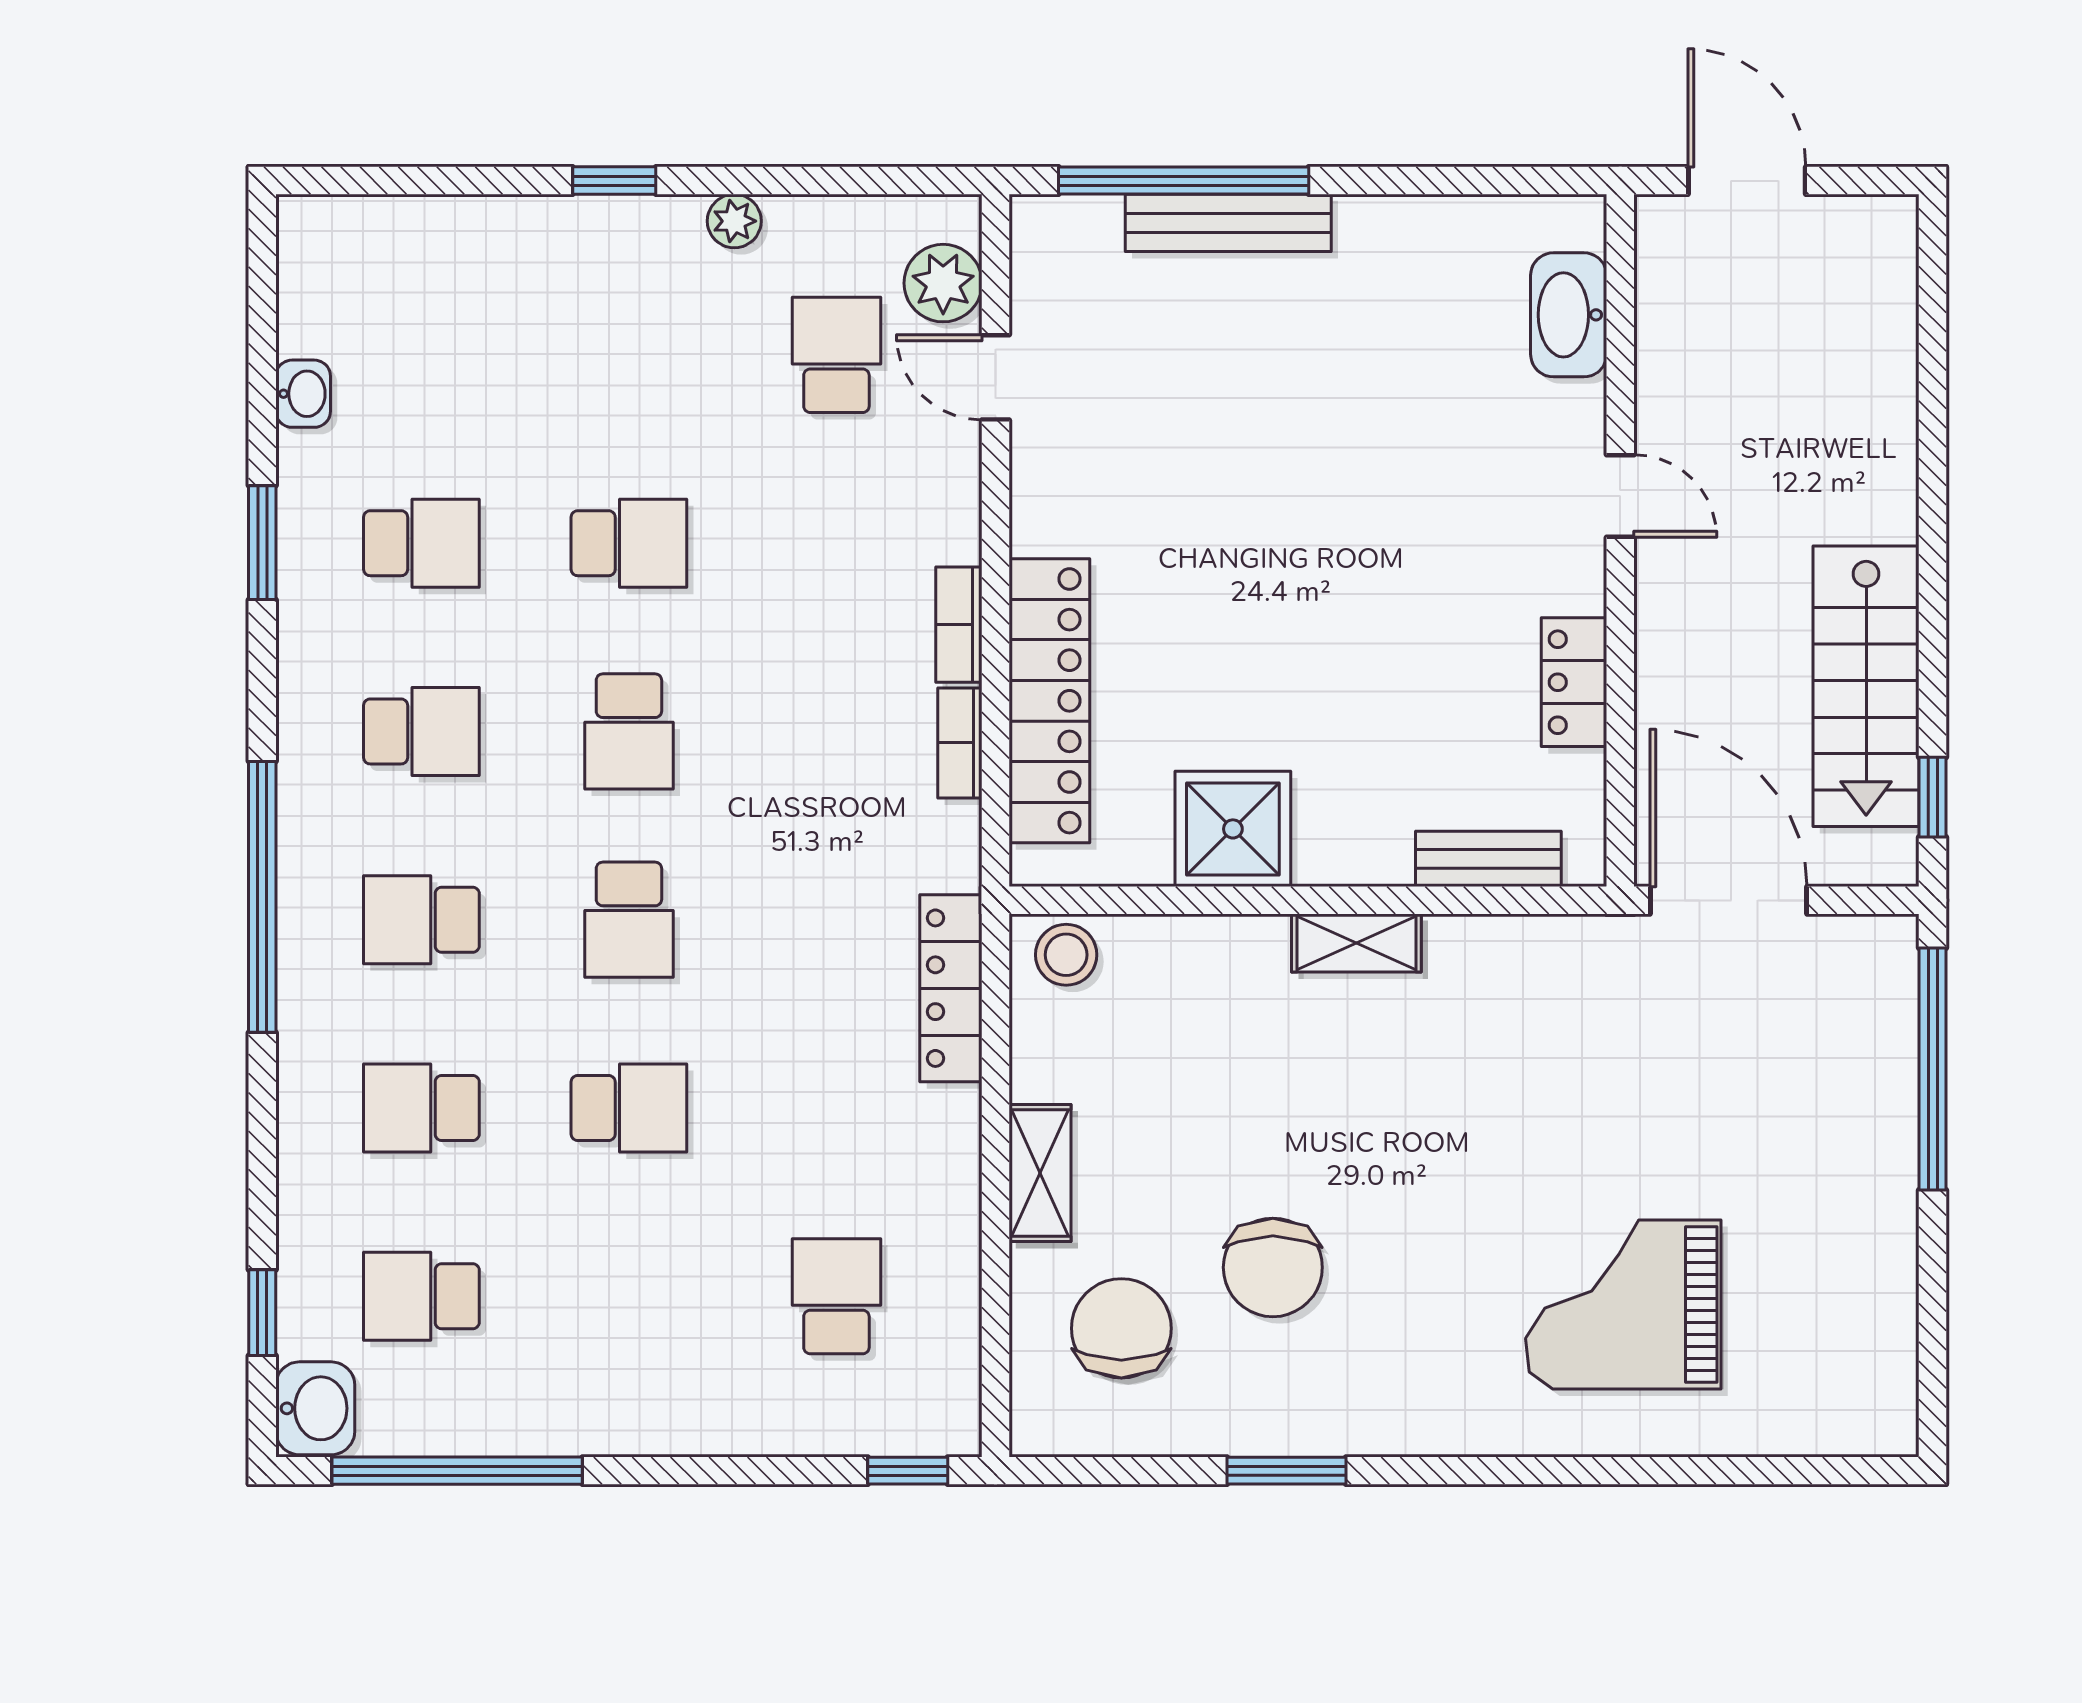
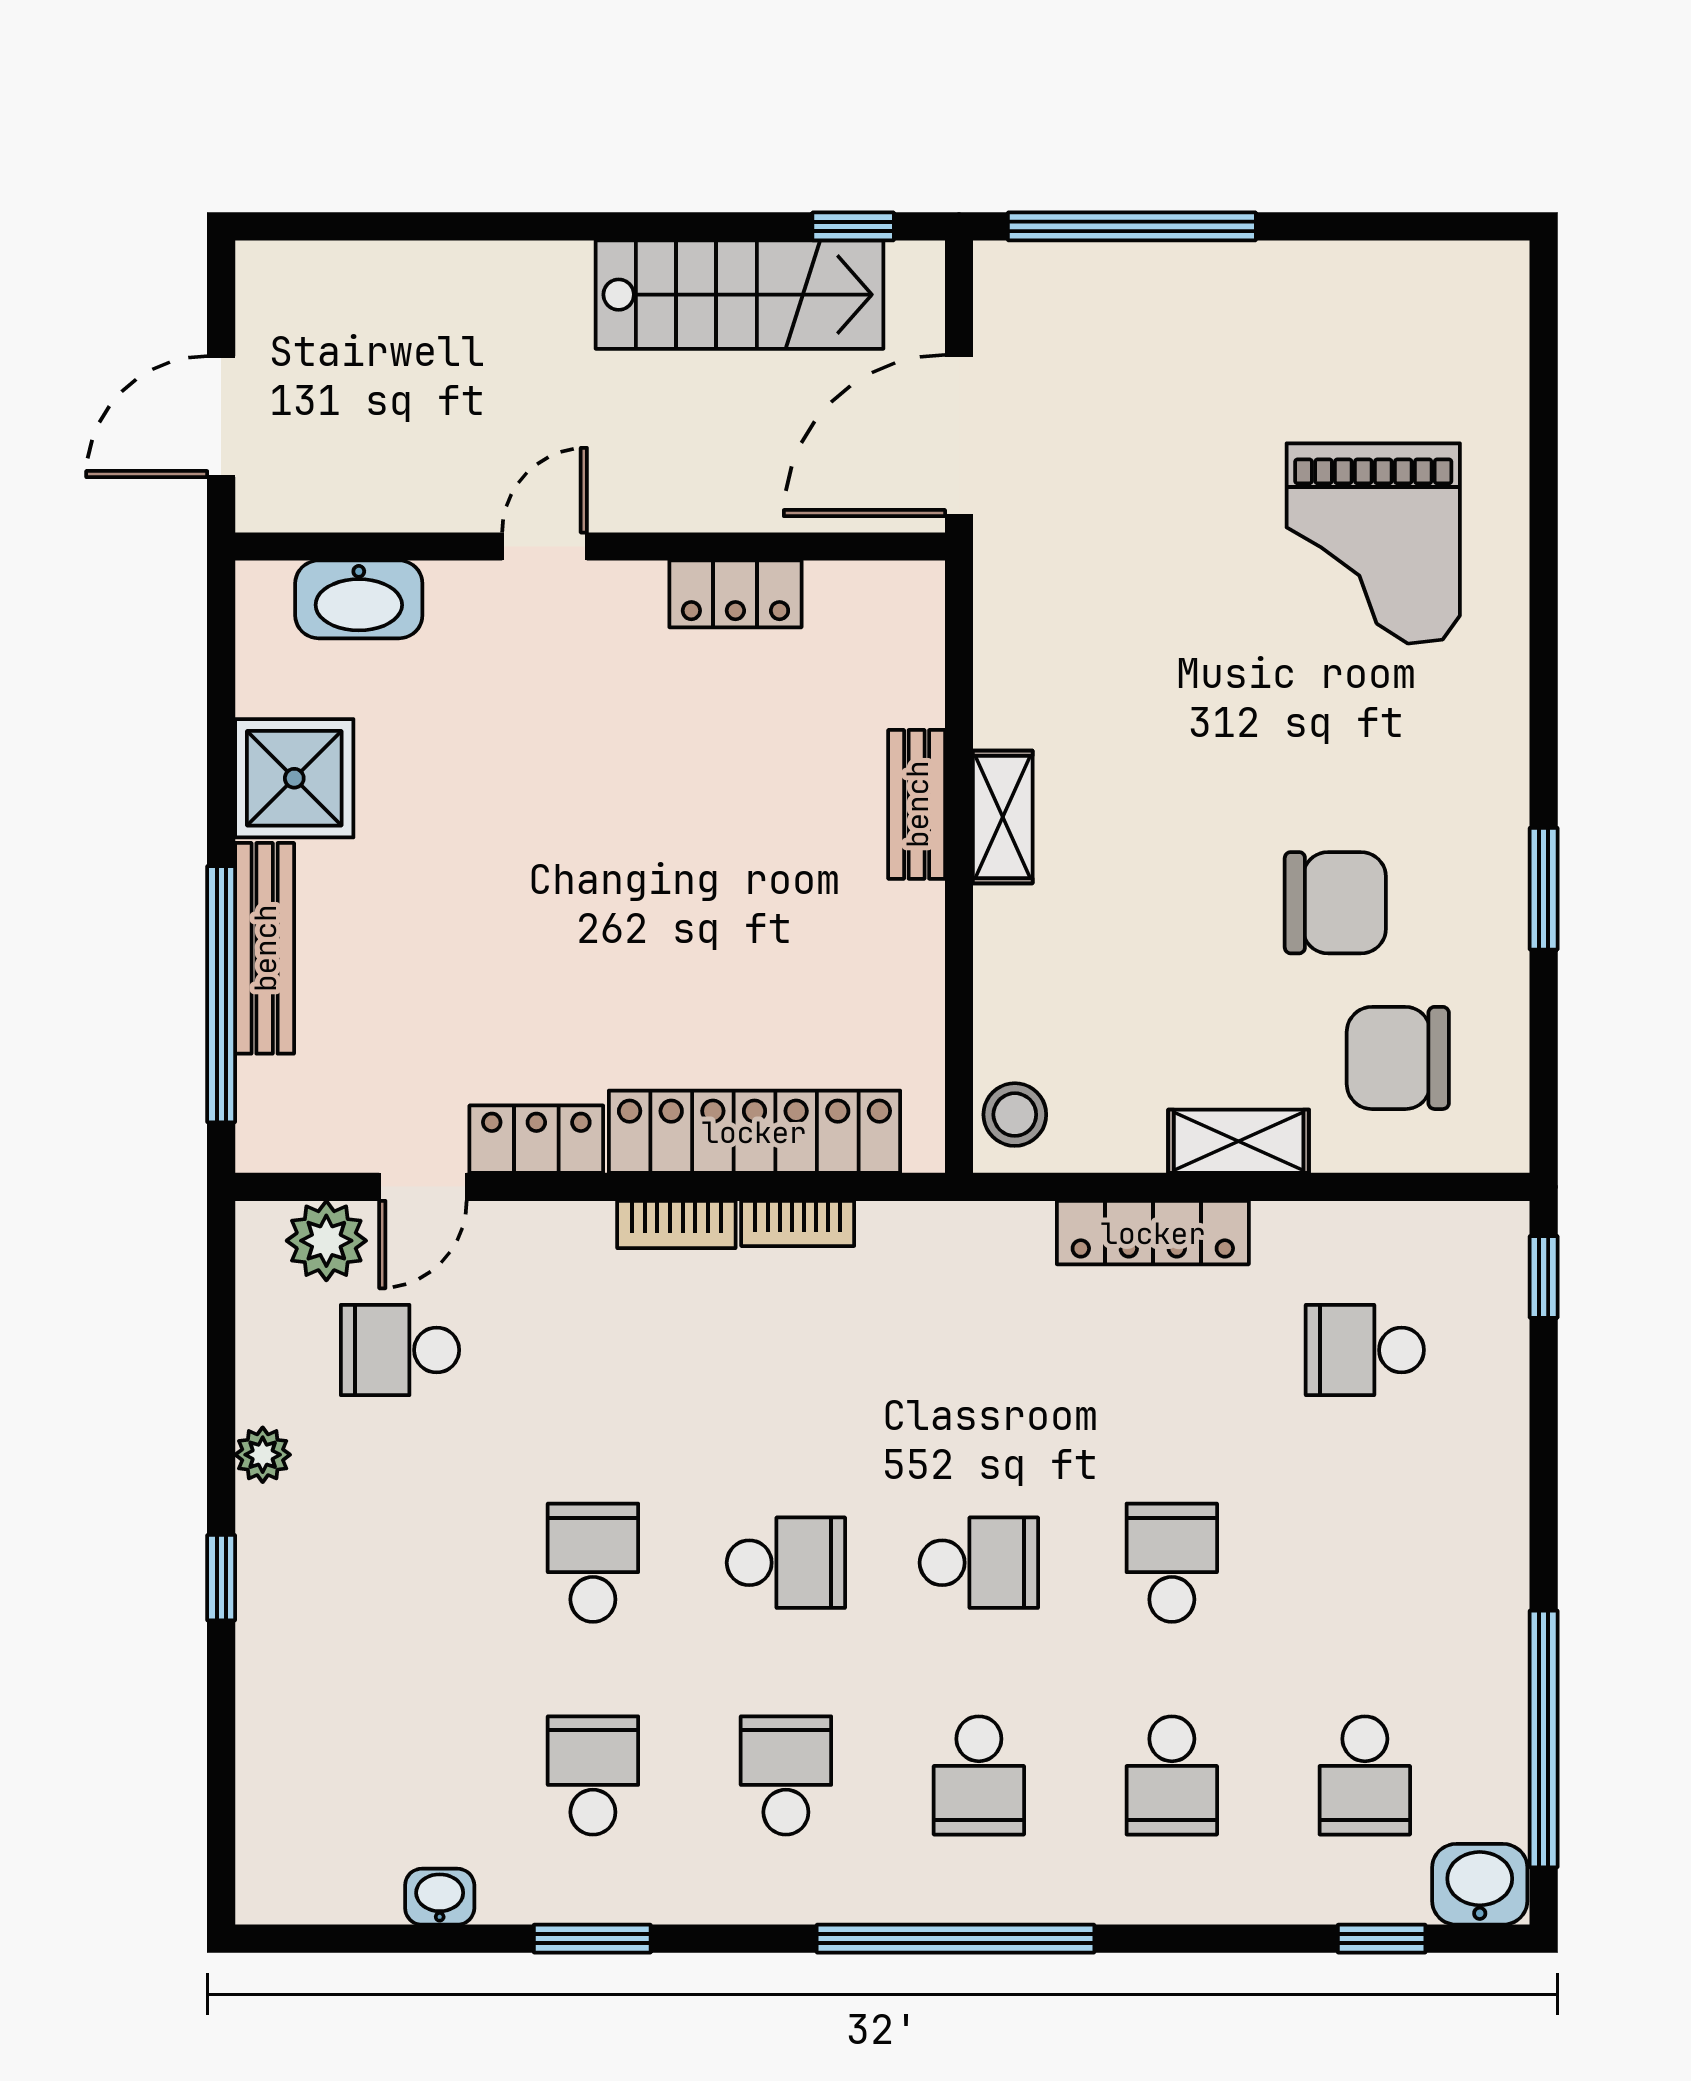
locker: (1042, 488) -> (536, 1139), added
shower: (1233, 829) -> (294, 778), moved
bench: (1488, 859) -> (917, 804), moved
locker: (951, 988) -> (1153, 1233), moved

